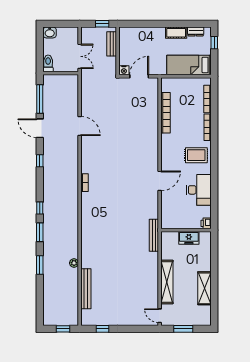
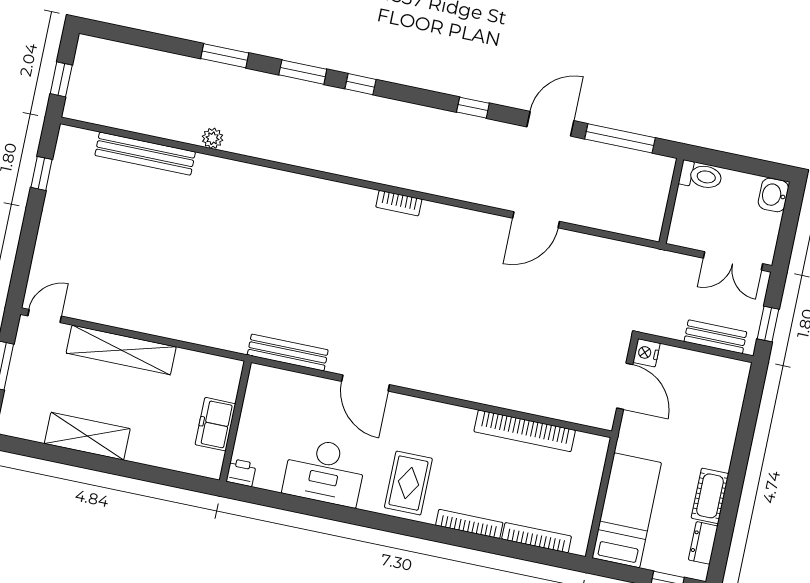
double door: (80, 56) -> (733, 261), moved
bench: (154, 235) -> (288, 352), moved

